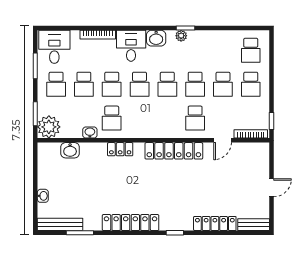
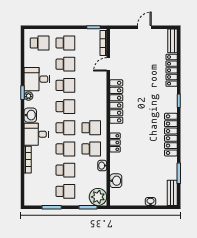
desk: (54, 47) -> (37, 79), moved
school desk: (195, 118) -> (91, 128), moved
door: (223, 140) -> (108, 64), swing flipped
door: (271, 188) -> (144, 27), hinge flipped
bench: (60, 224) -> (172, 193), width x0.73

